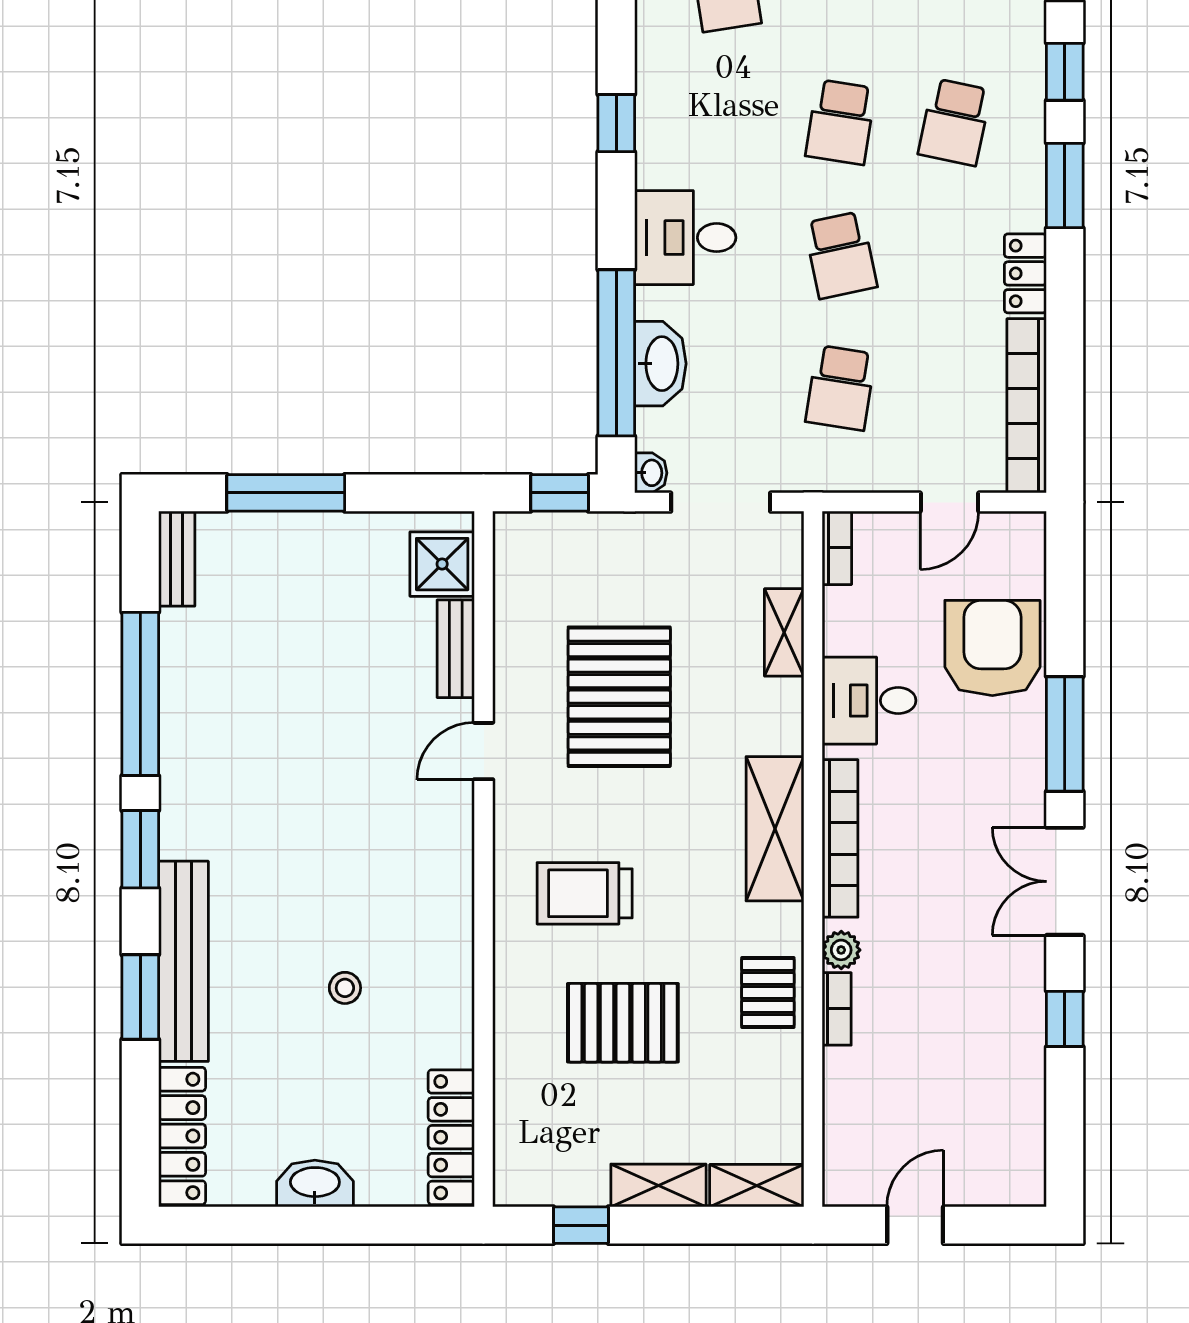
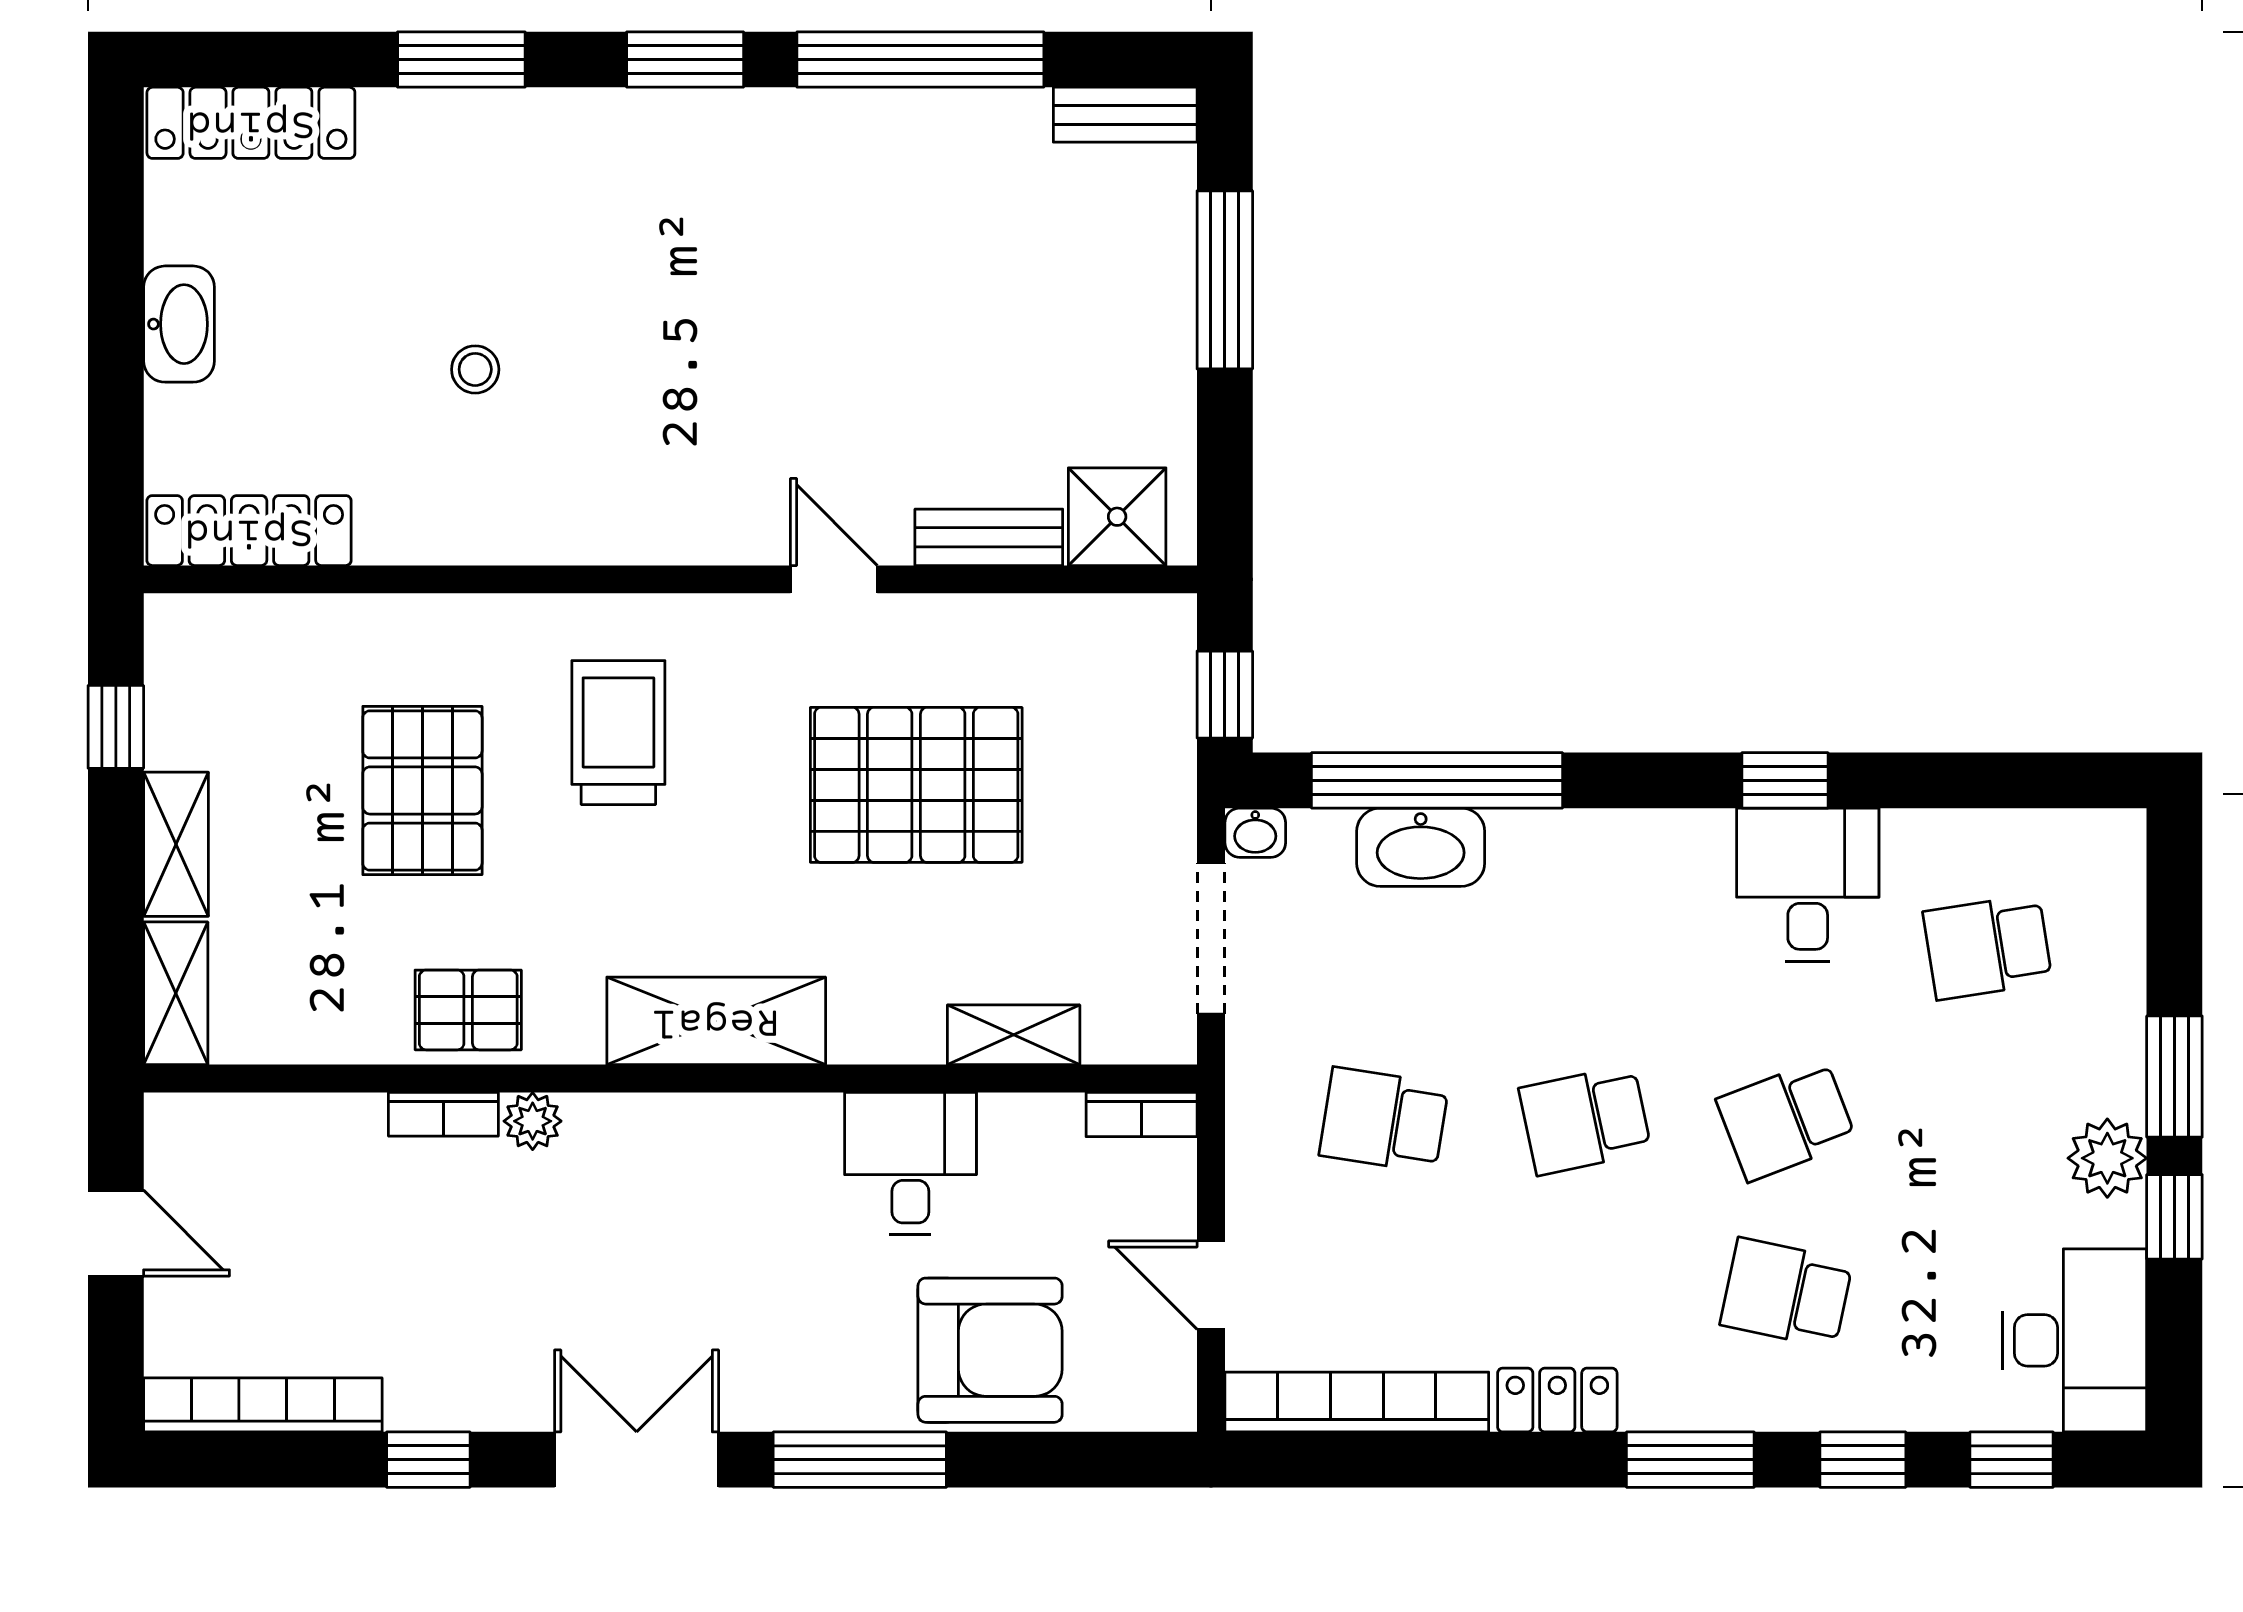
school desk: (840, 122) -> (1786, 1120), turned -30
desk: (685, 238) -> (1808, 885), moved
bookcase: (840, 838) -> (263, 1405), moved, turned 180
bench: (183, 961) -> (515, 125), removed

